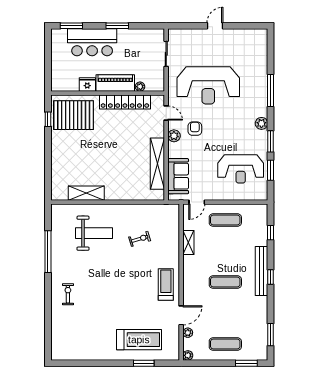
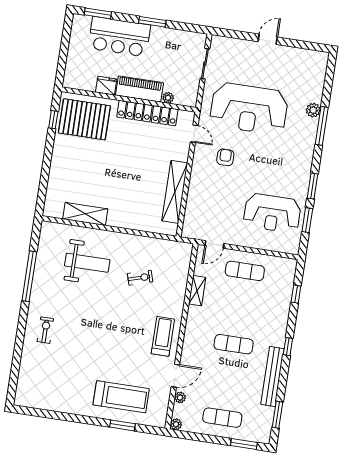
plant: (261, 123) -> (313, 110), moved
plant: (174, 136) -> (199, 162), removed
sofa: (178, 176) -> (197, 211), removed
bench: (261, 271) -> (272, 377), moved

